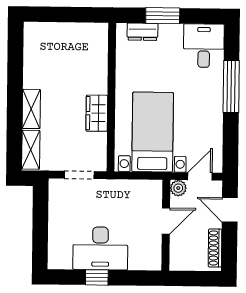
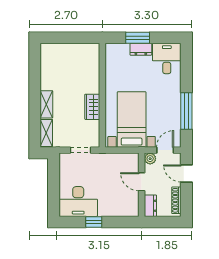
dresser: (142, 32) -> (141, 49), moved
window: (231, 87) -> (186, 111), moved
door: (166, 221) -> (142, 182), swing flipped
desk: (100, 248) -> (78, 201), moved
dresser: (178, 255) -> (150, 206), added

